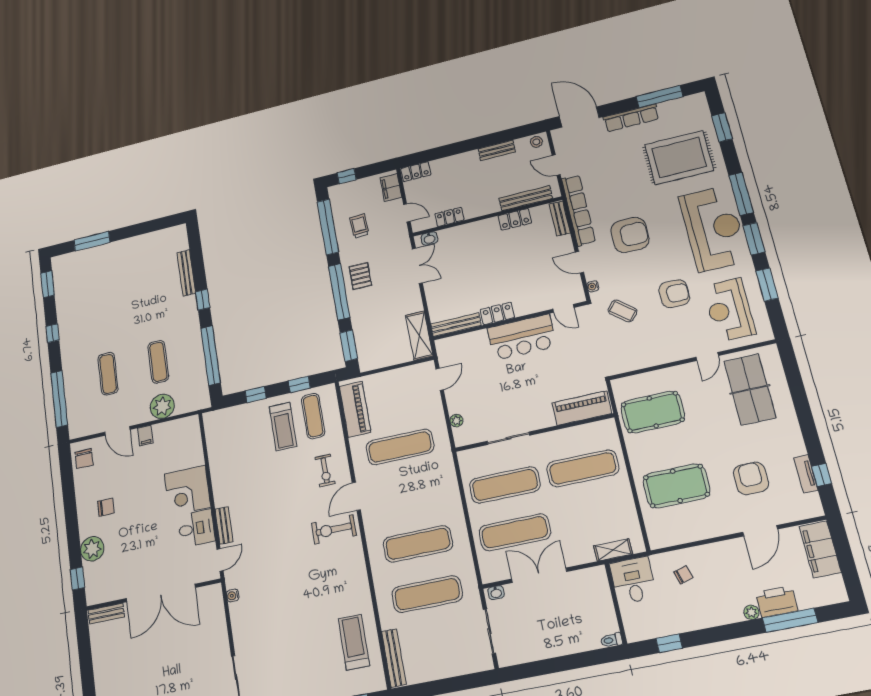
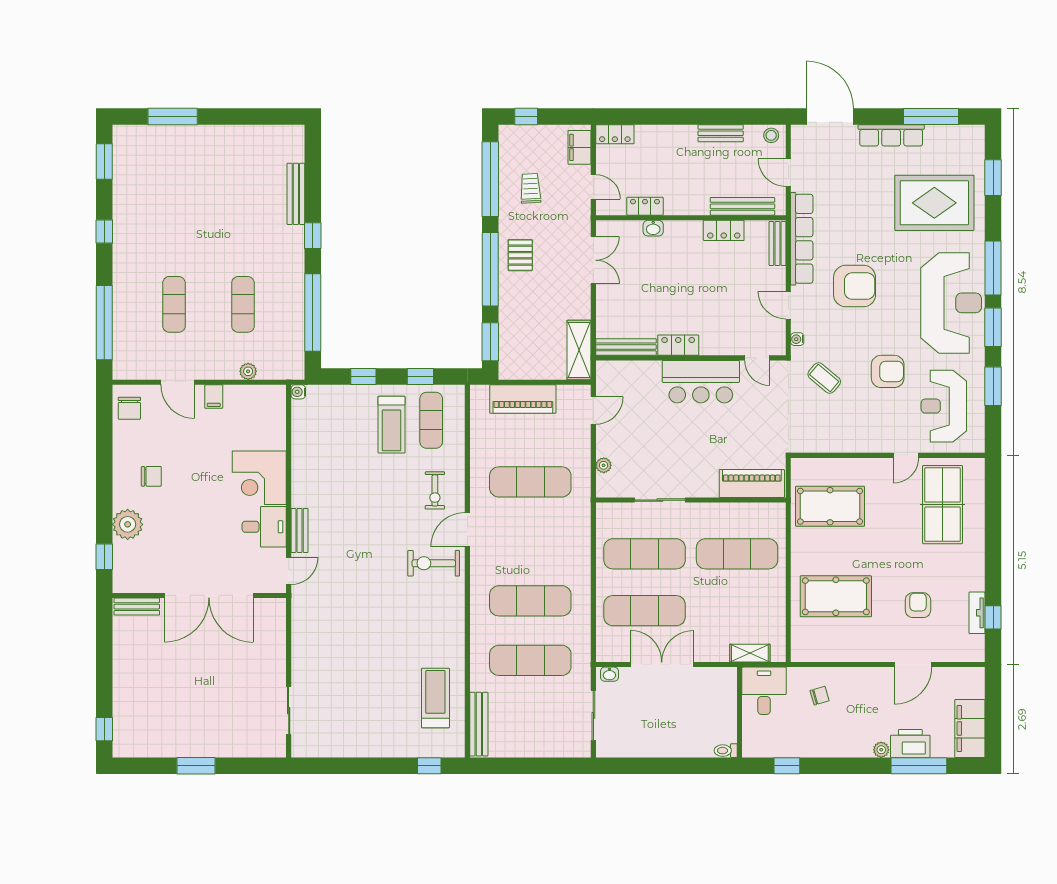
washbasin: (429, 239) -> (653, 228), moved
plant: (162, 406) -> (248, 371), width x0.53, depth x0.53
piano: (355, 409) -> (523, 399), moved, turned 90
armchair: (751, 478) -> (918, 605), width x0.72, depth x0.72
filing cabinet: (820, 549) -> (970, 729), moved
water cooler: (233, 596) -> (298, 392), moved

